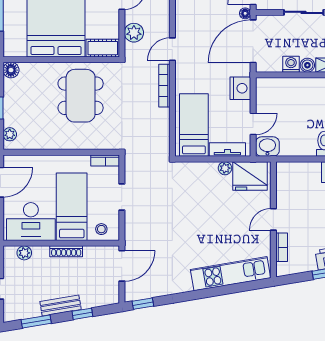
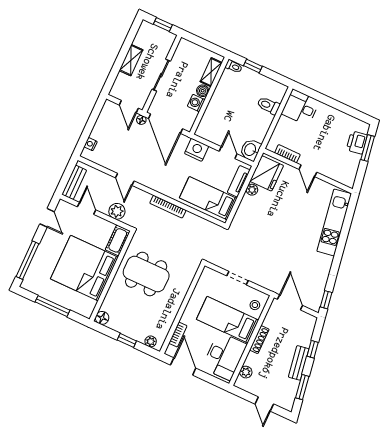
door: (172, 49) -> (125, 179), moved
bookcase: (105, 160) -> (178, 334), moved
bookcase: (282, 247) -> (287, 154), moved

